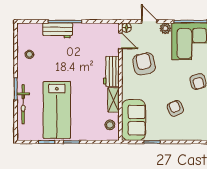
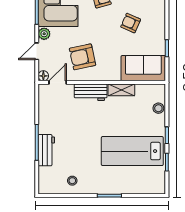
bicycle: (23, 104) -> (126, 187), removed
armchair: (175, 108) -> (131, 23), turned 49
lab bench: (57, 110) -> (132, 151), turned 180
stool: (110, 125) -> (158, 108), moved

